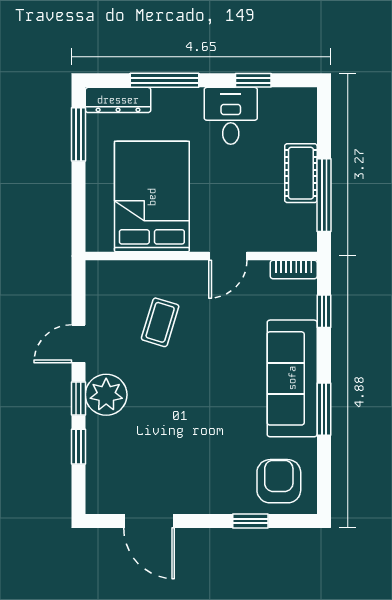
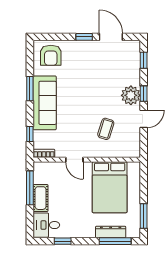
window: (164, 80) -> (115, 241), moved
dresser: (118, 100) -> (111, 232), moved
desk: (231, 116) -> (46, 225), moved, turned 90
door: (228, 256) -> (74, 160), swing flipped
window: (79, 447) -> (144, 60), moved
window: (250, 521) -> (84, 37), moved

